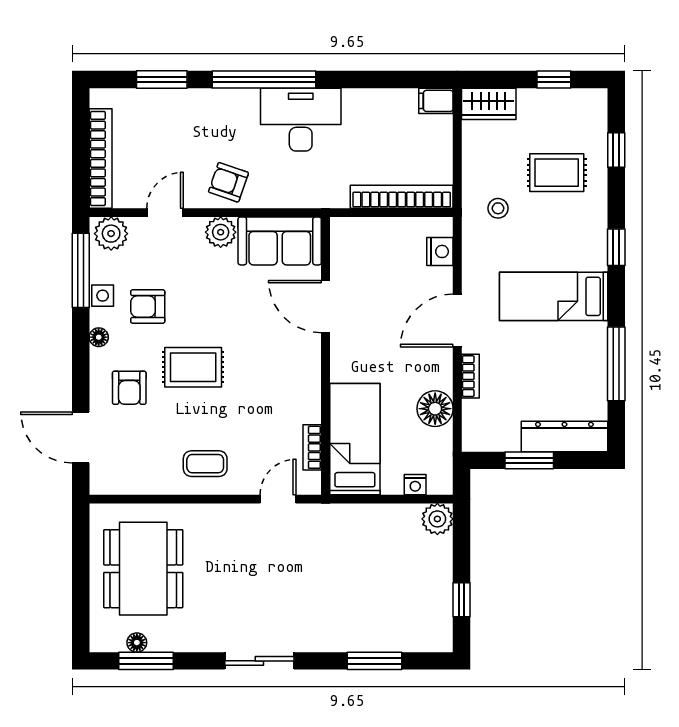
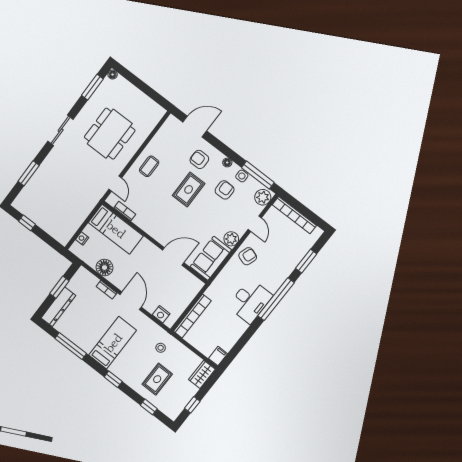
plant: (437, 519) -> (63, 237), removed
dining table: (143, 569) -> (110, 134), moved, turned 90
floor lamp: (137, 643) -> (113, 74), moved

